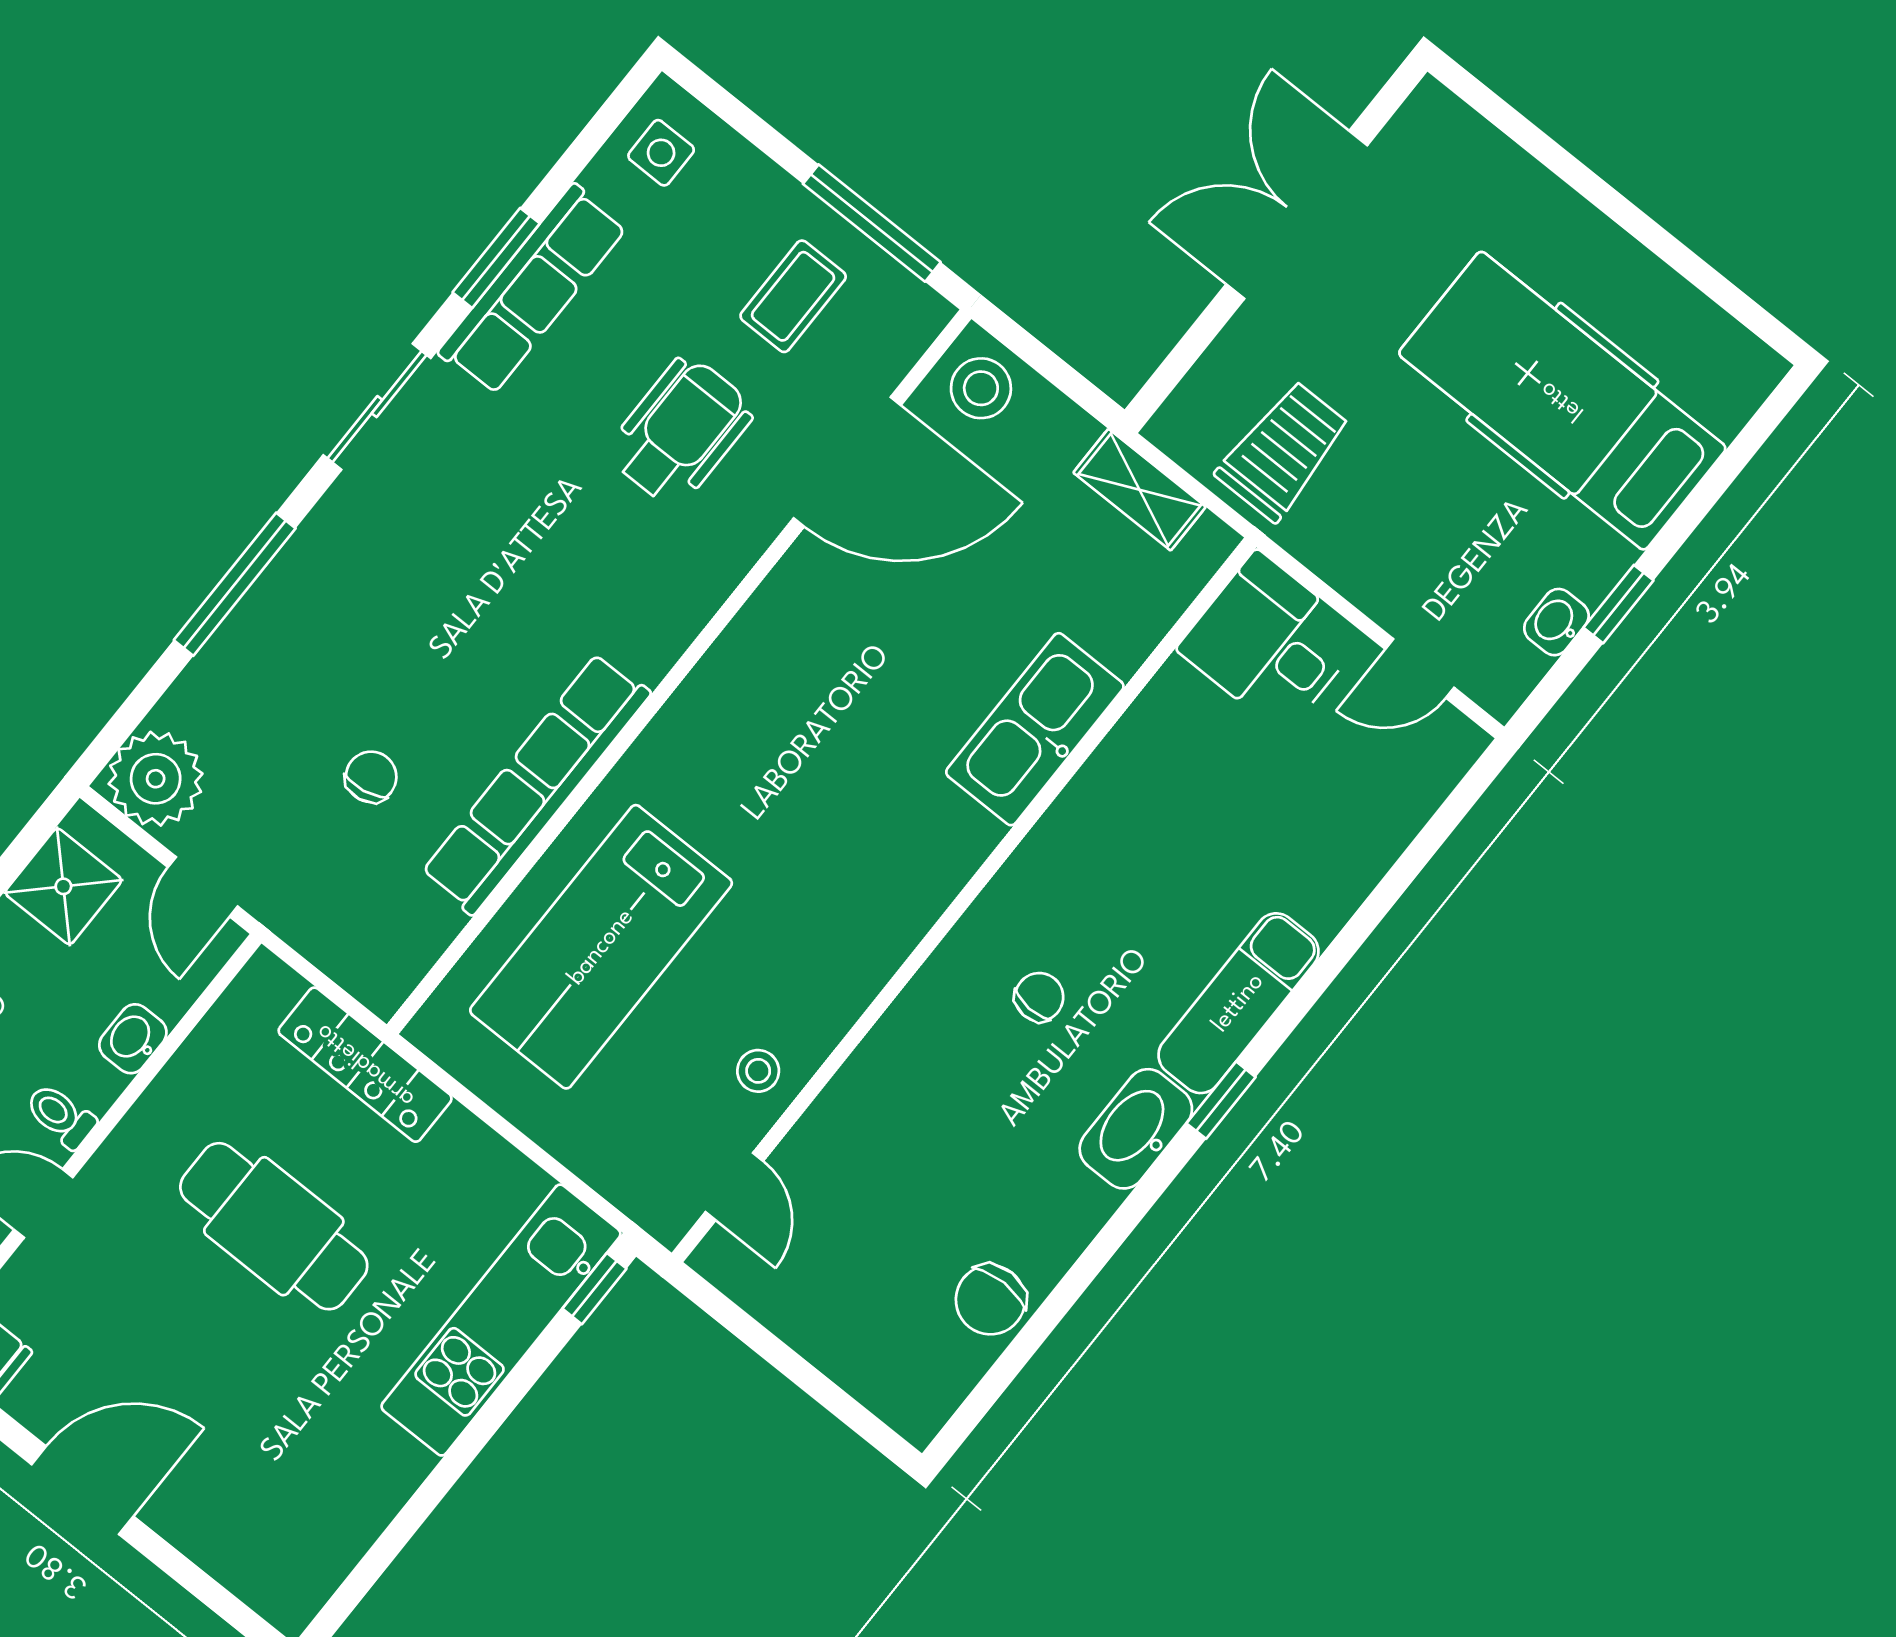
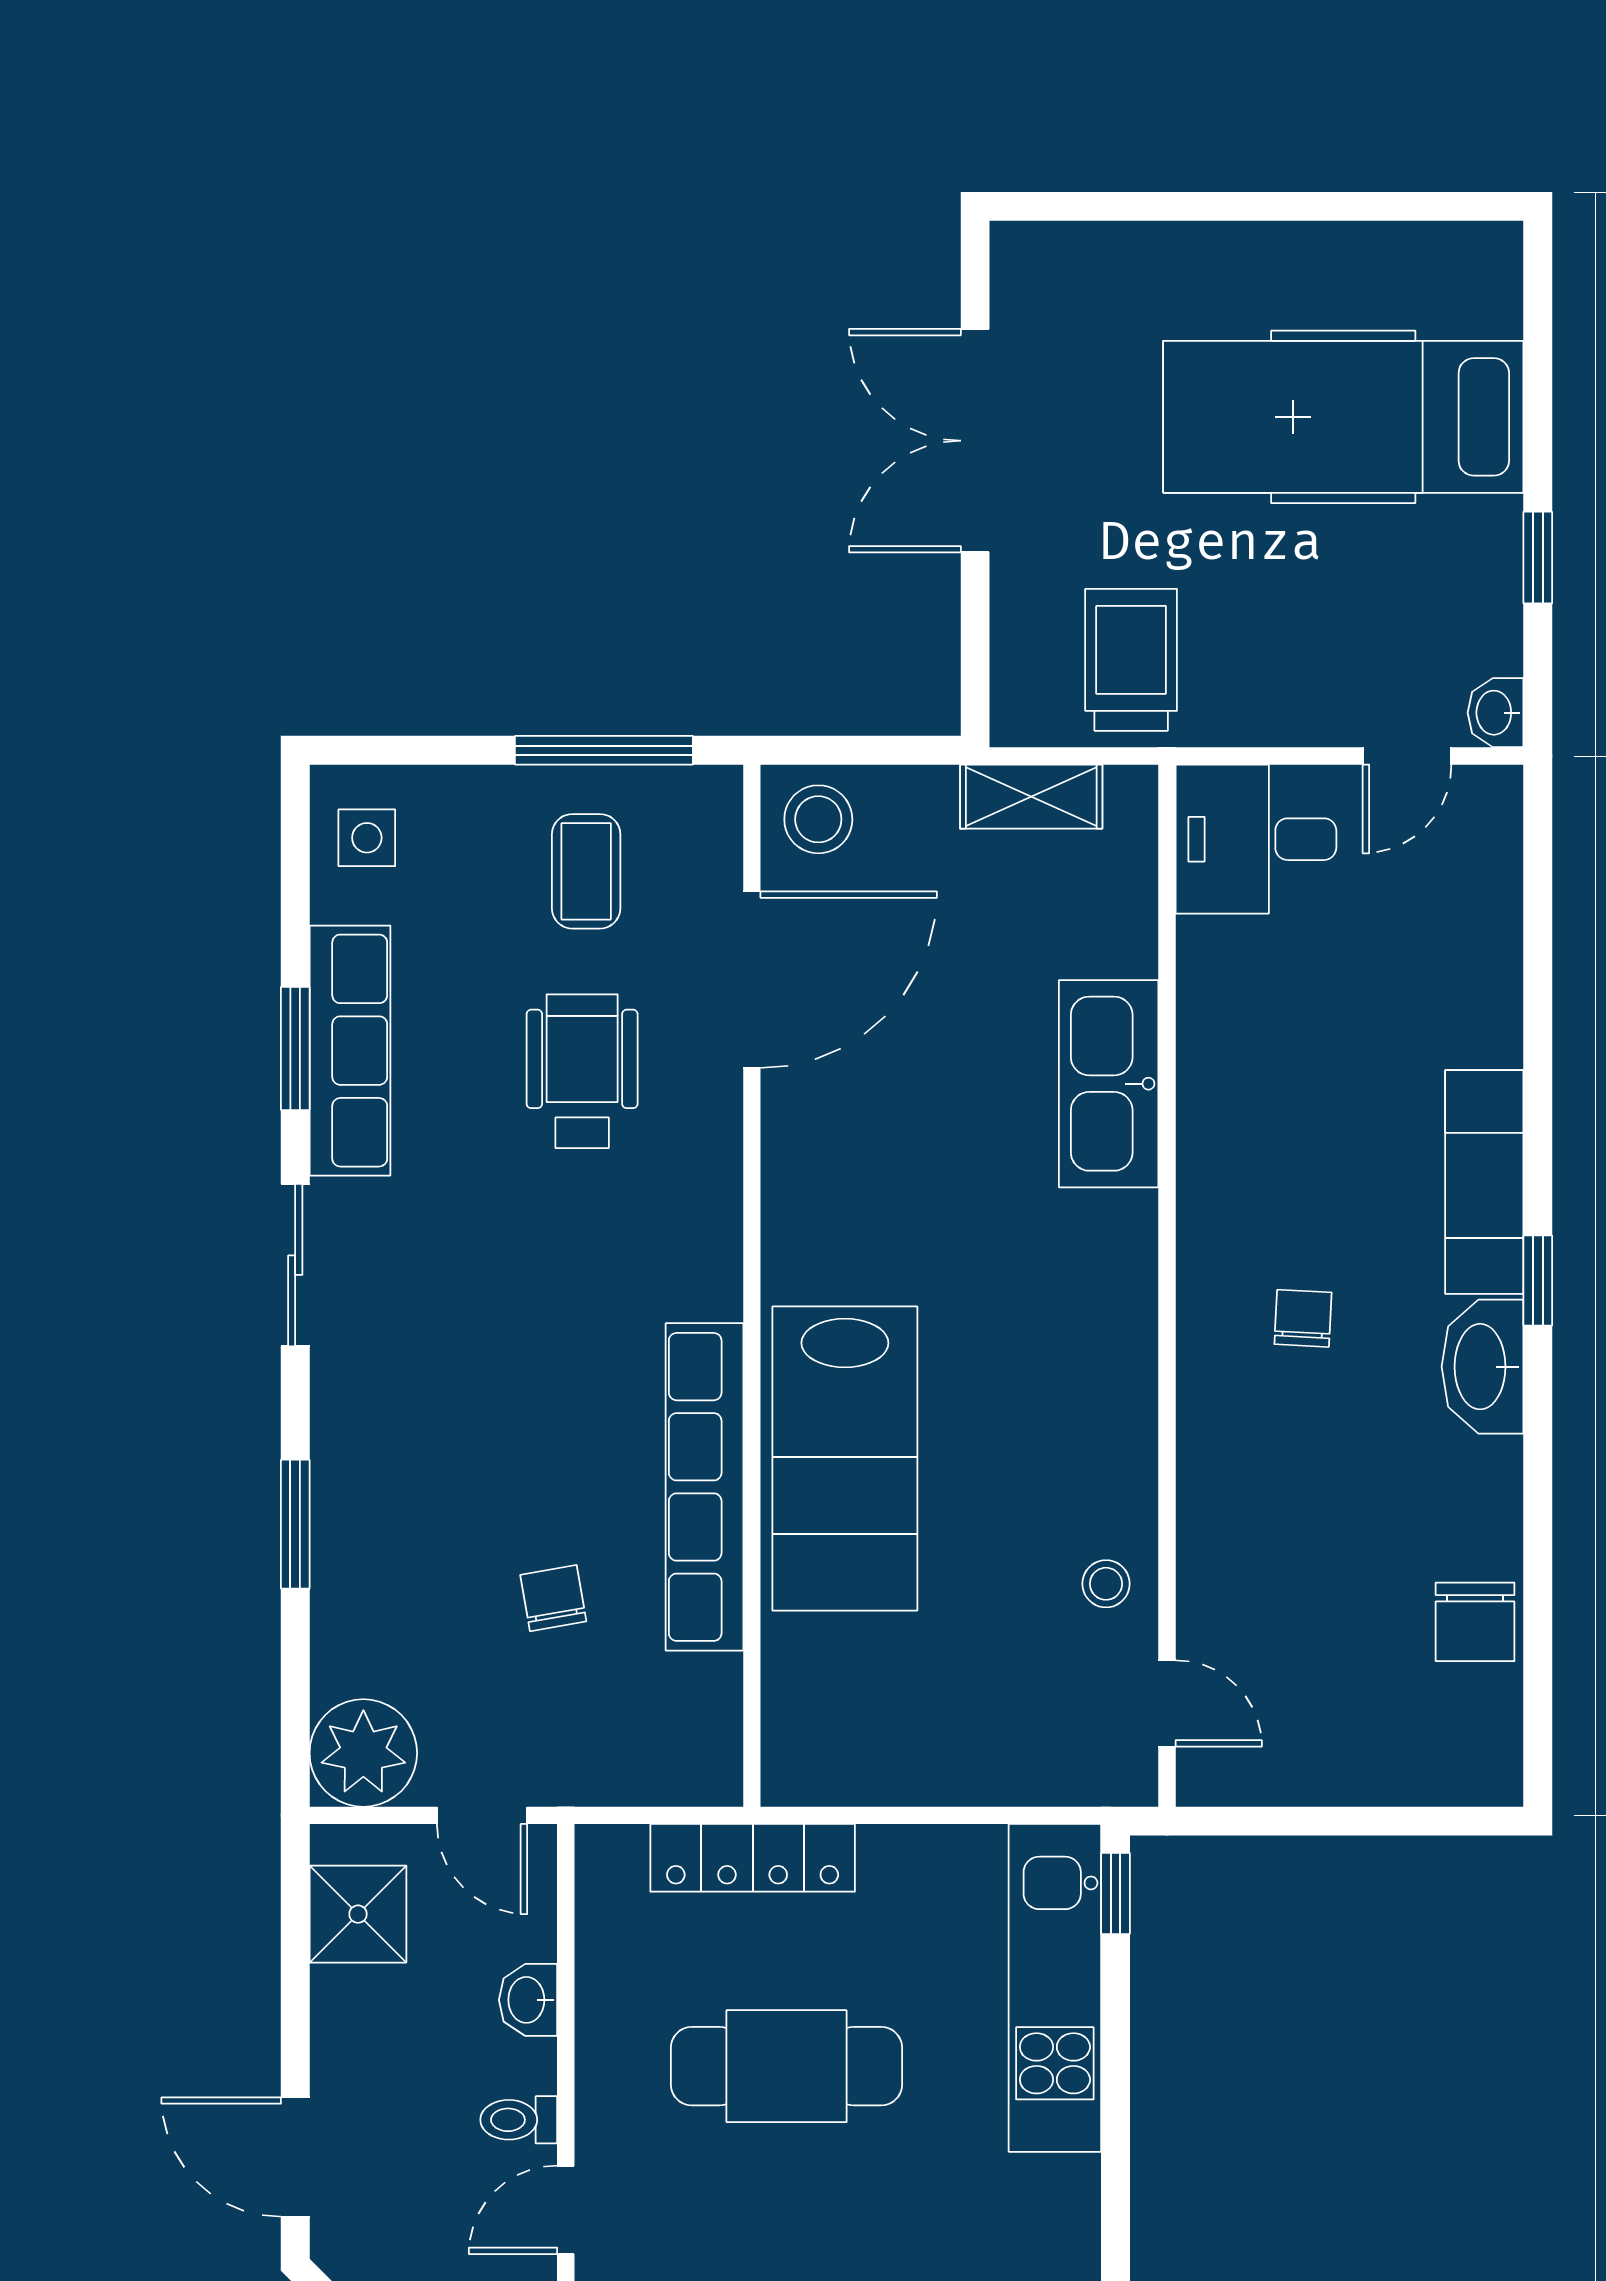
window: (235, 584) -> (295, 1524), width x0.69
washbasin: (1556, 622) -> (1495, 713), moved
lab bench: (601, 947) -> (845, 1459), moved

